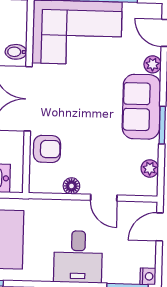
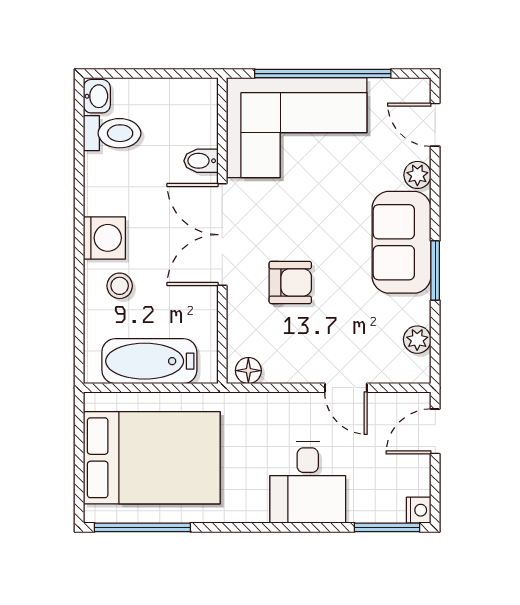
armchair: (47, 149) -> (290, 282), moved
floor lamp: (71, 186) -> (248, 371), moved

